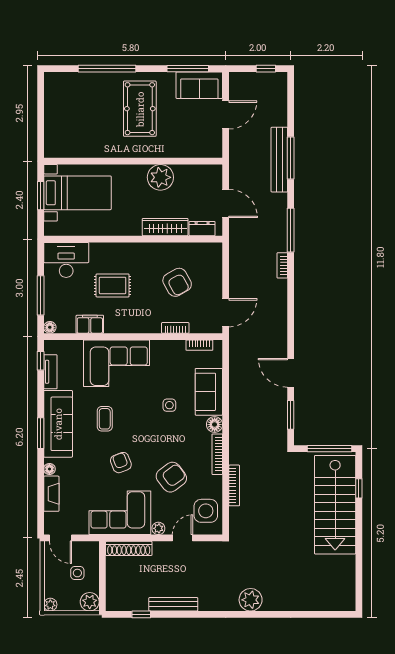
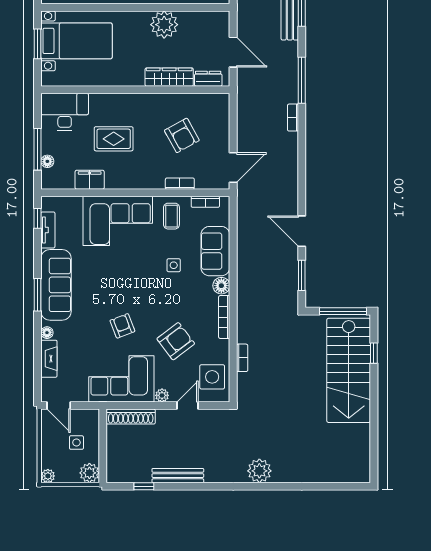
floor lamp: (50, 327) -> (47, 161), moved
coffee table: (105, 419) -> (171, 216), moved
bookcase: (234, 485) -> (242, 358), width x0.64

